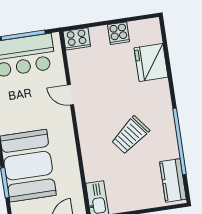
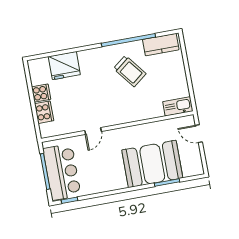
cooker: (77, 39) -> (44, 112), moved
trolley: (130, 135) -> (130, 71), moved

